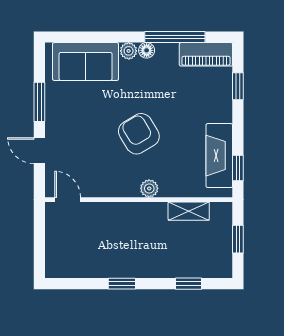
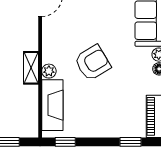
fireplace: (219, 156) -> (52, 105), moved, turned 90
shelving: (189, 211) -> (31, 68), moved

